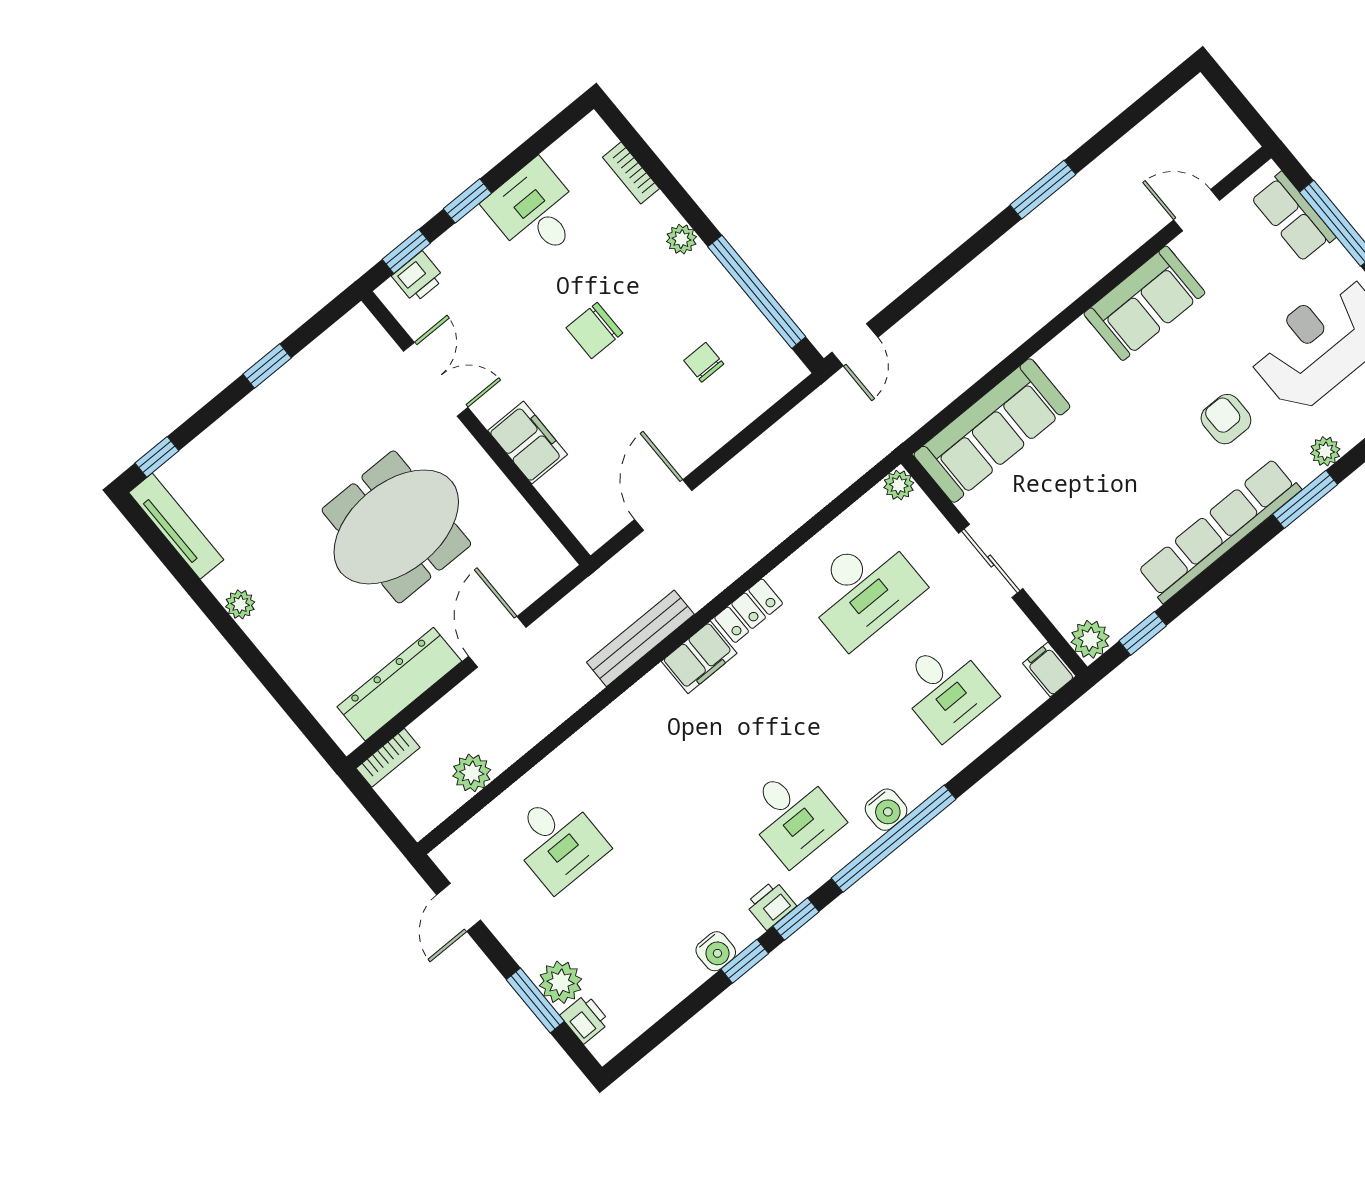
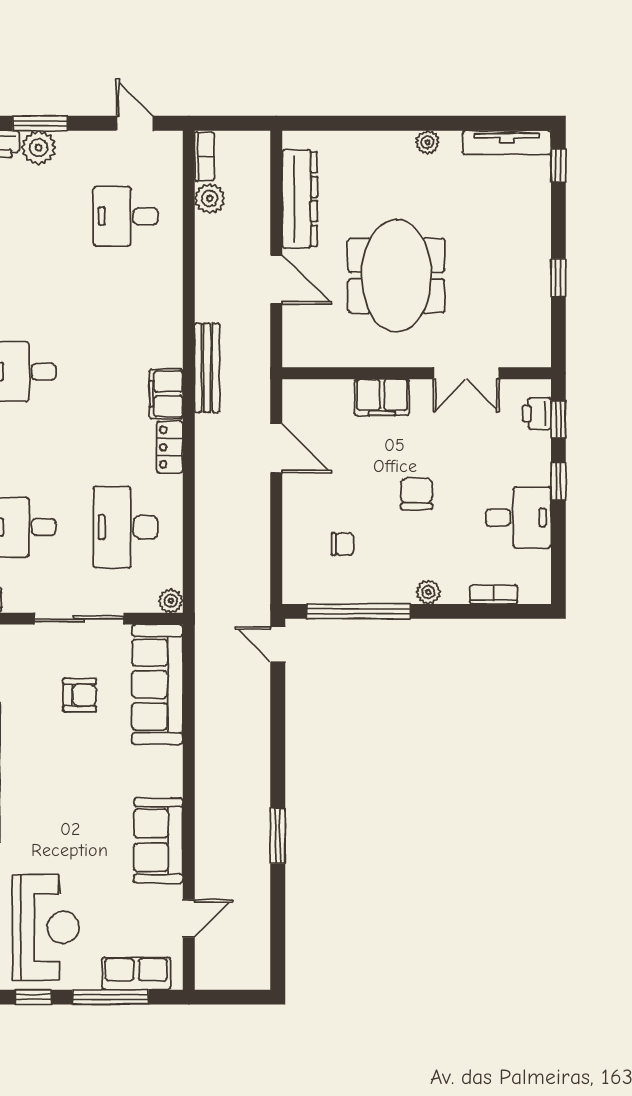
armchair: (1226, 419) -> (80, 695), moved
sliding door: (991, 561) -> (79, 619), width x1.37
bookcase: (388, 758) -> (204, 156), moved, turned 180

